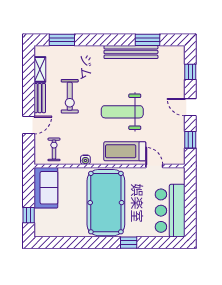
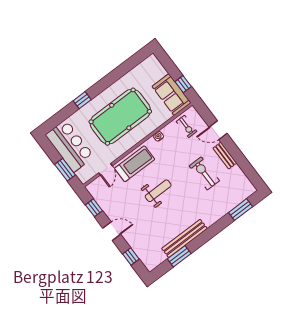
shelving: (40, 69) -> (240, 176), removed
weight bench: (122, 112) -> (158, 191), width x0.73, depth x0.75
door: (29, 125) -> (218, 130), hinge flipped
door: (154, 166) -> (106, 169), hinge flipped
window: (190, 193) -> (65, 170), added
pool table: (106, 203) -> (120, 117), turned 90
window: (29, 215) -> (183, 84), moved

